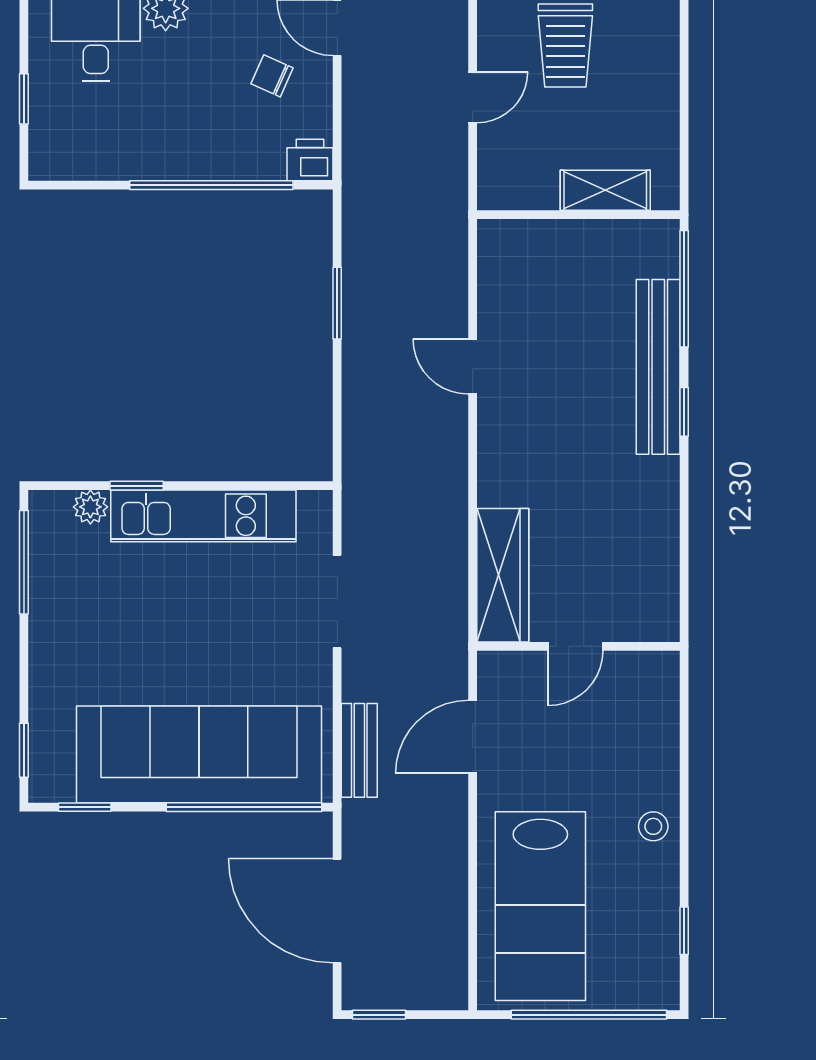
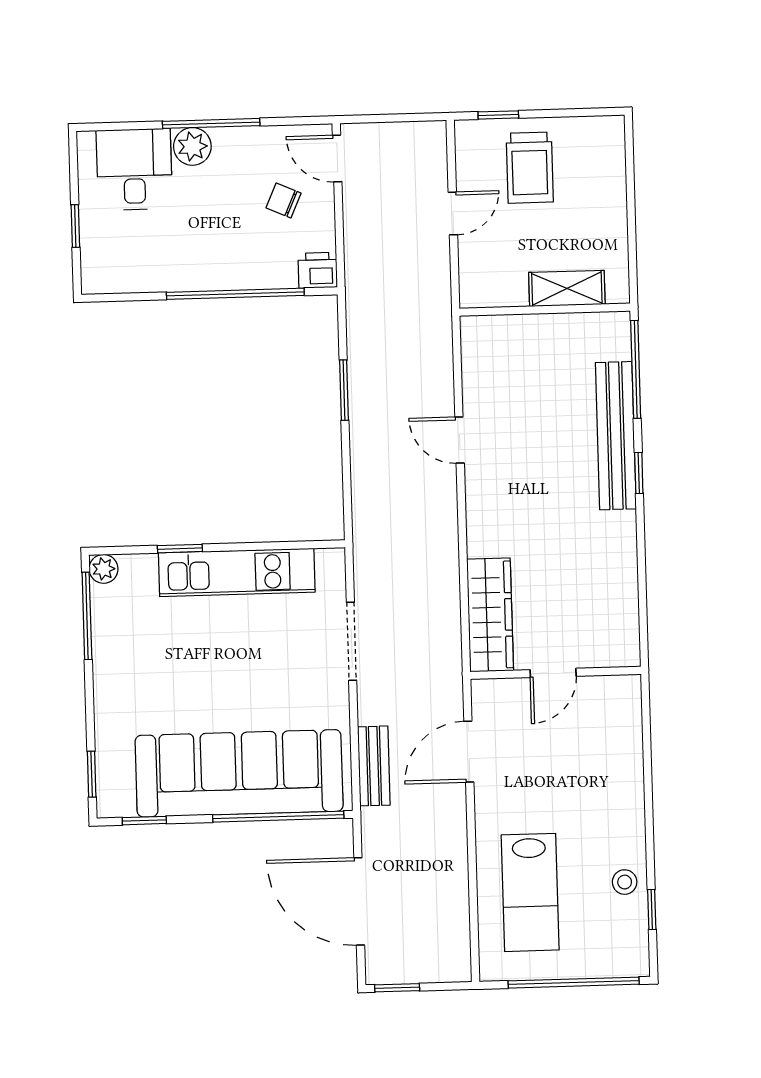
plant: (90, 507) -> (104, 569), moved
stool: (653, 826) -> (625, 882), moved
lab bench: (540, 906) -> (530, 892), width x0.73, depth x0.72

